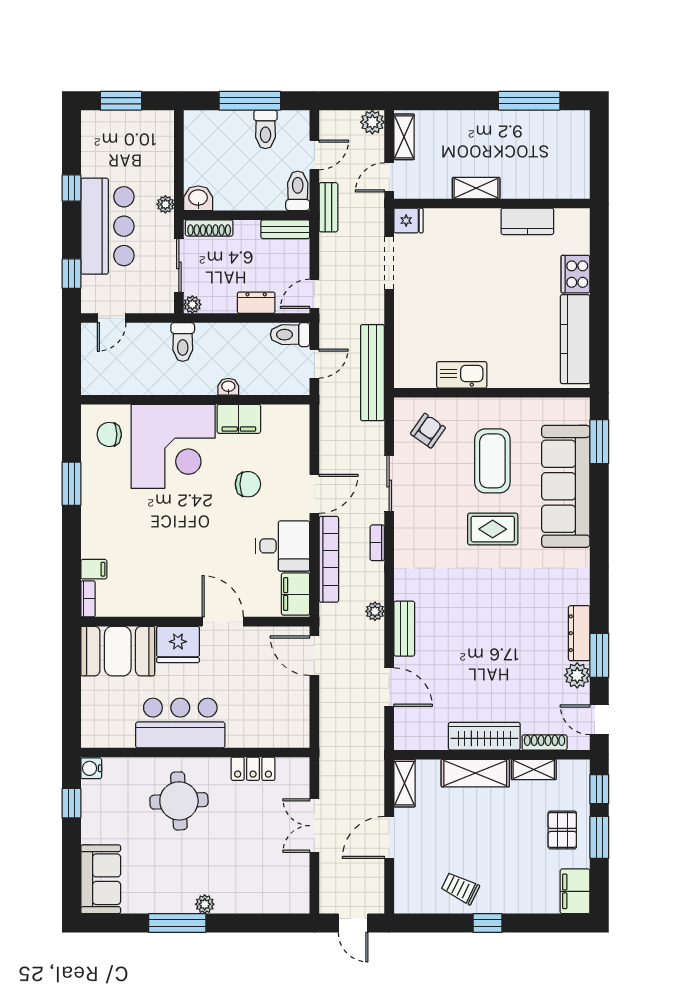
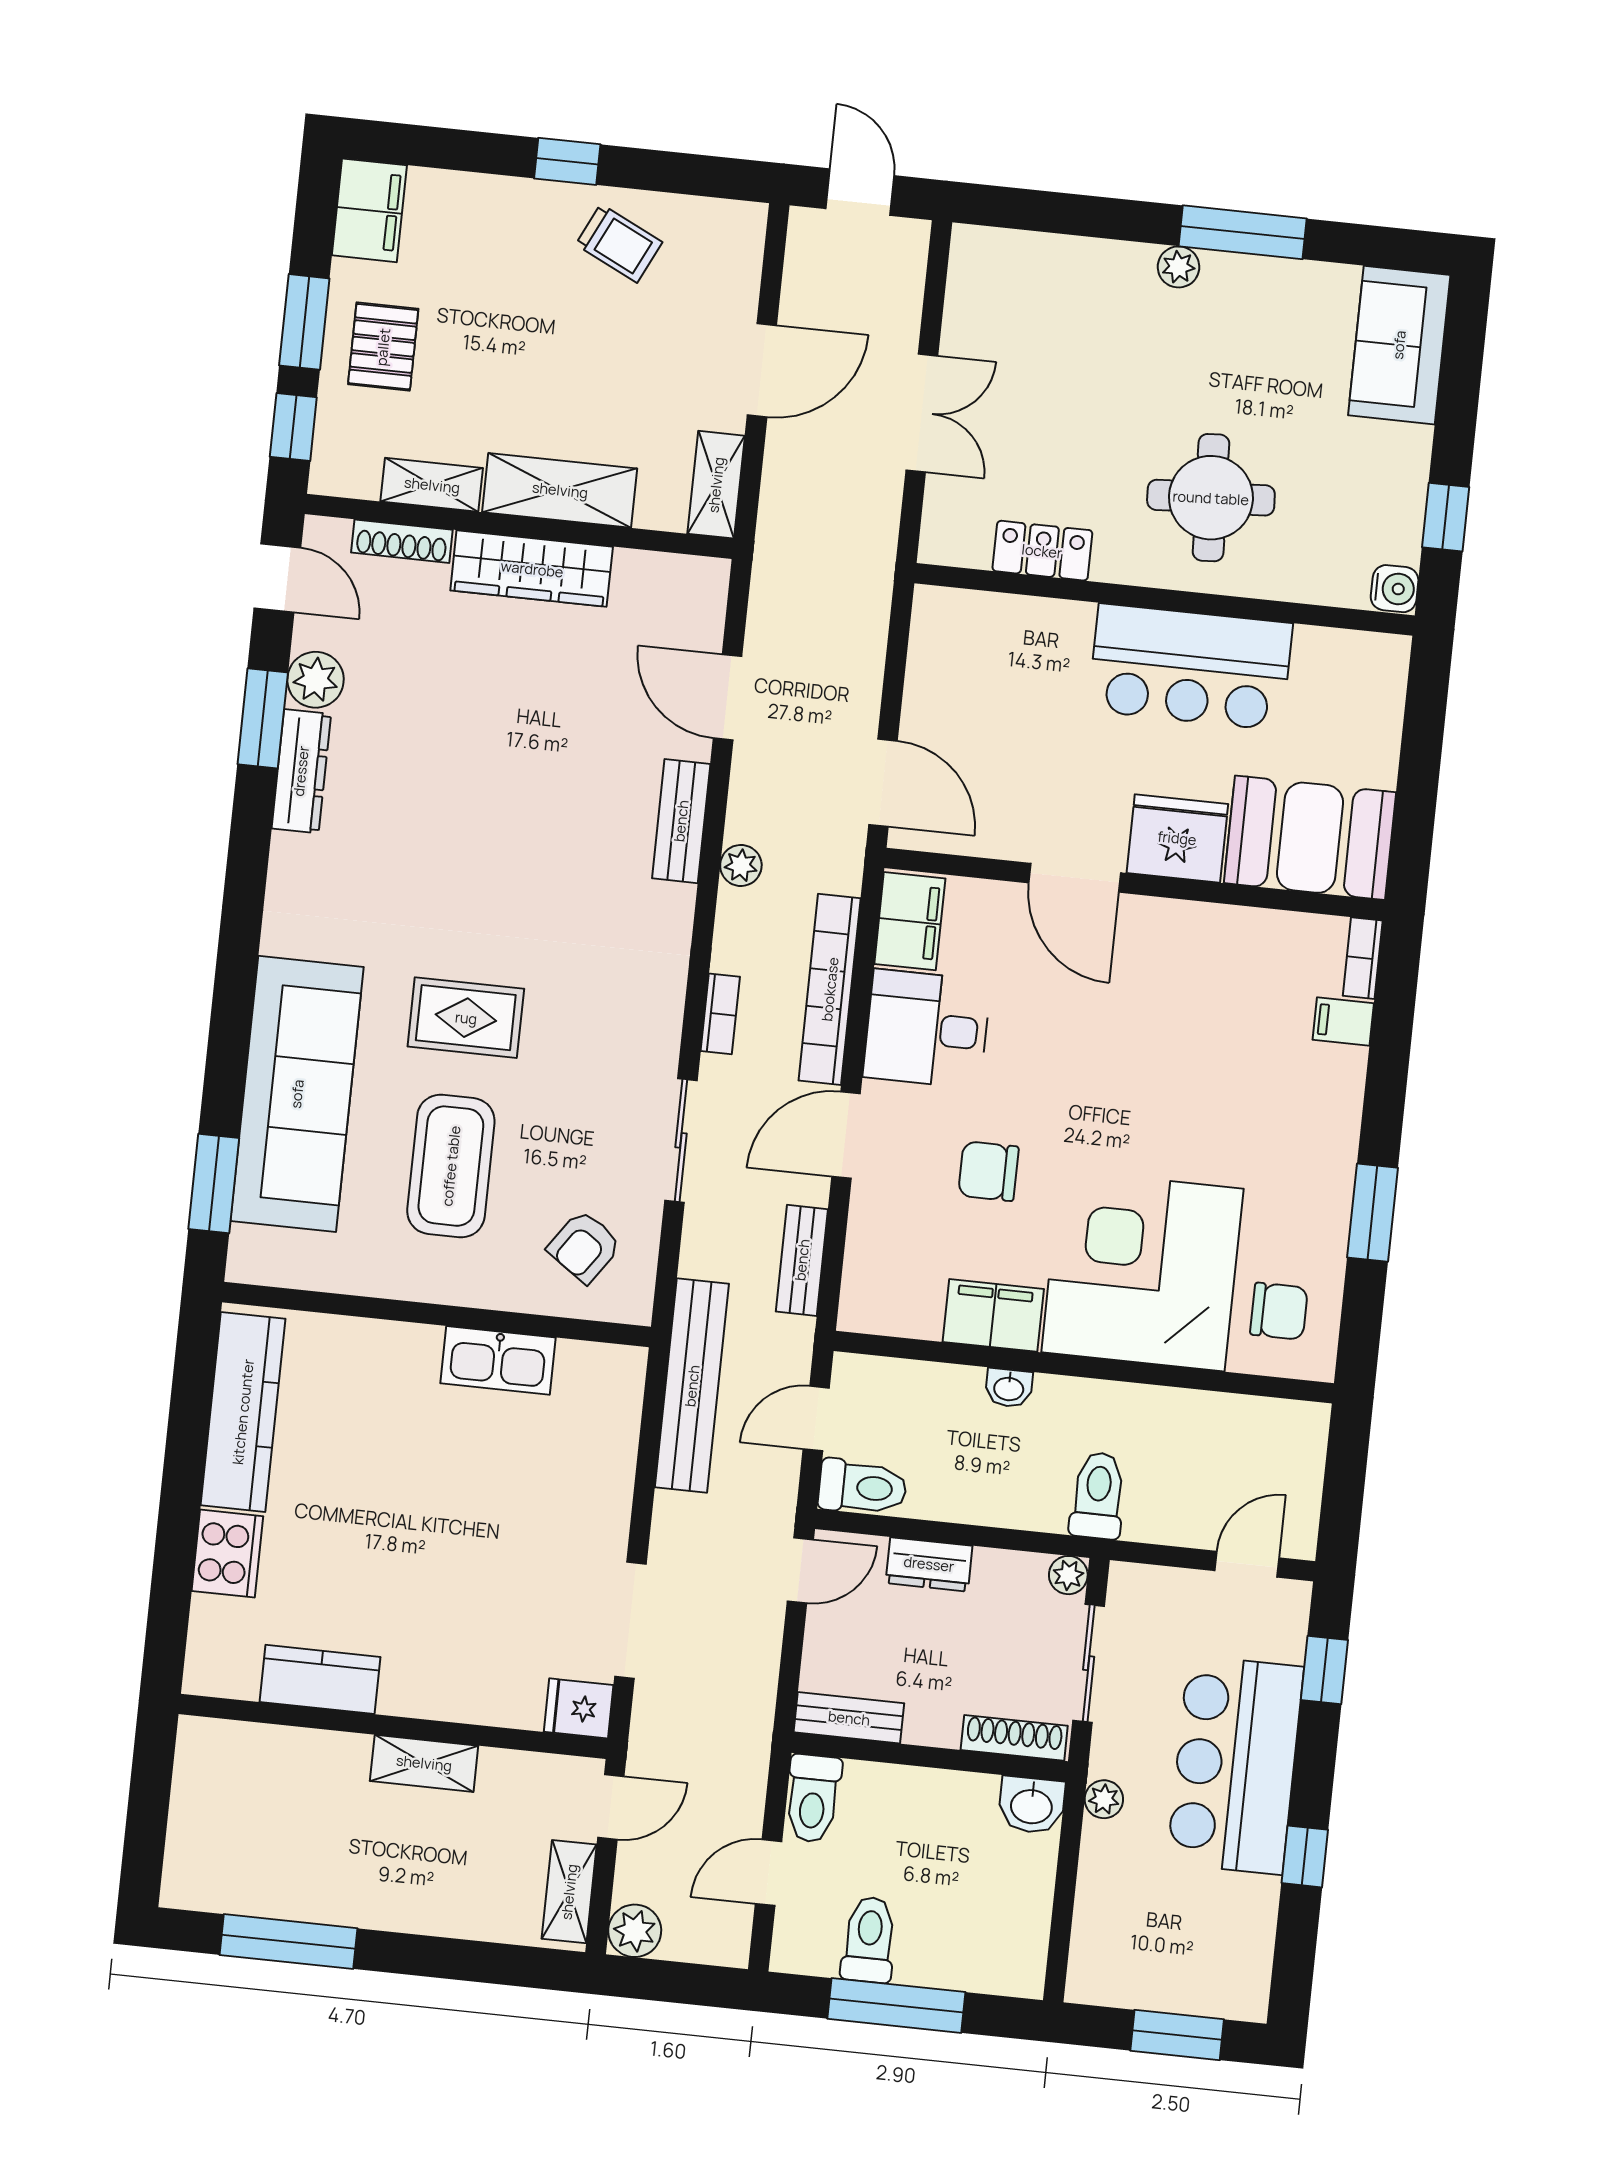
bench: (328, 207) -> (802, 1260), moved

